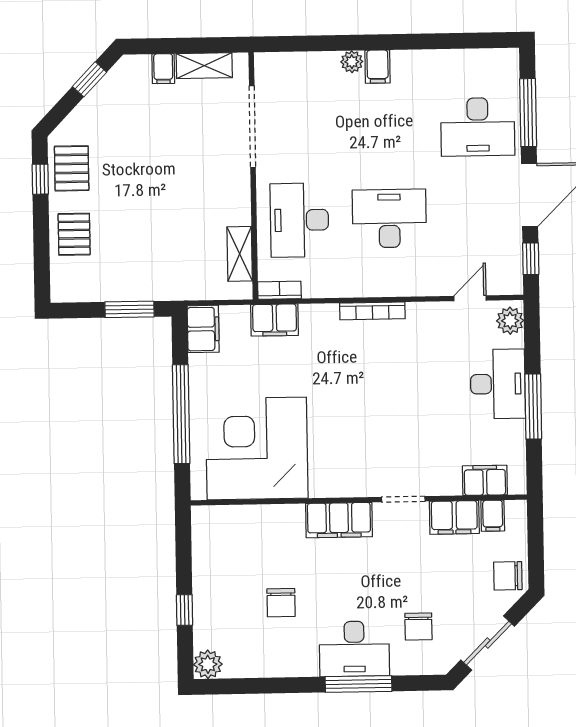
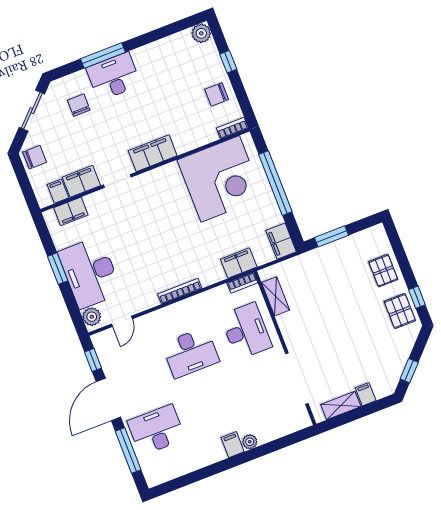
desk: (498, 384) -> (90, 272), width x1.36, depth x1.30
window: (533, 406) -> (58, 269), width x0.69
bookcase: (213, 514) -> (232, 128), added
chair: (281, 603) -> (217, 94), moved, turned -90

